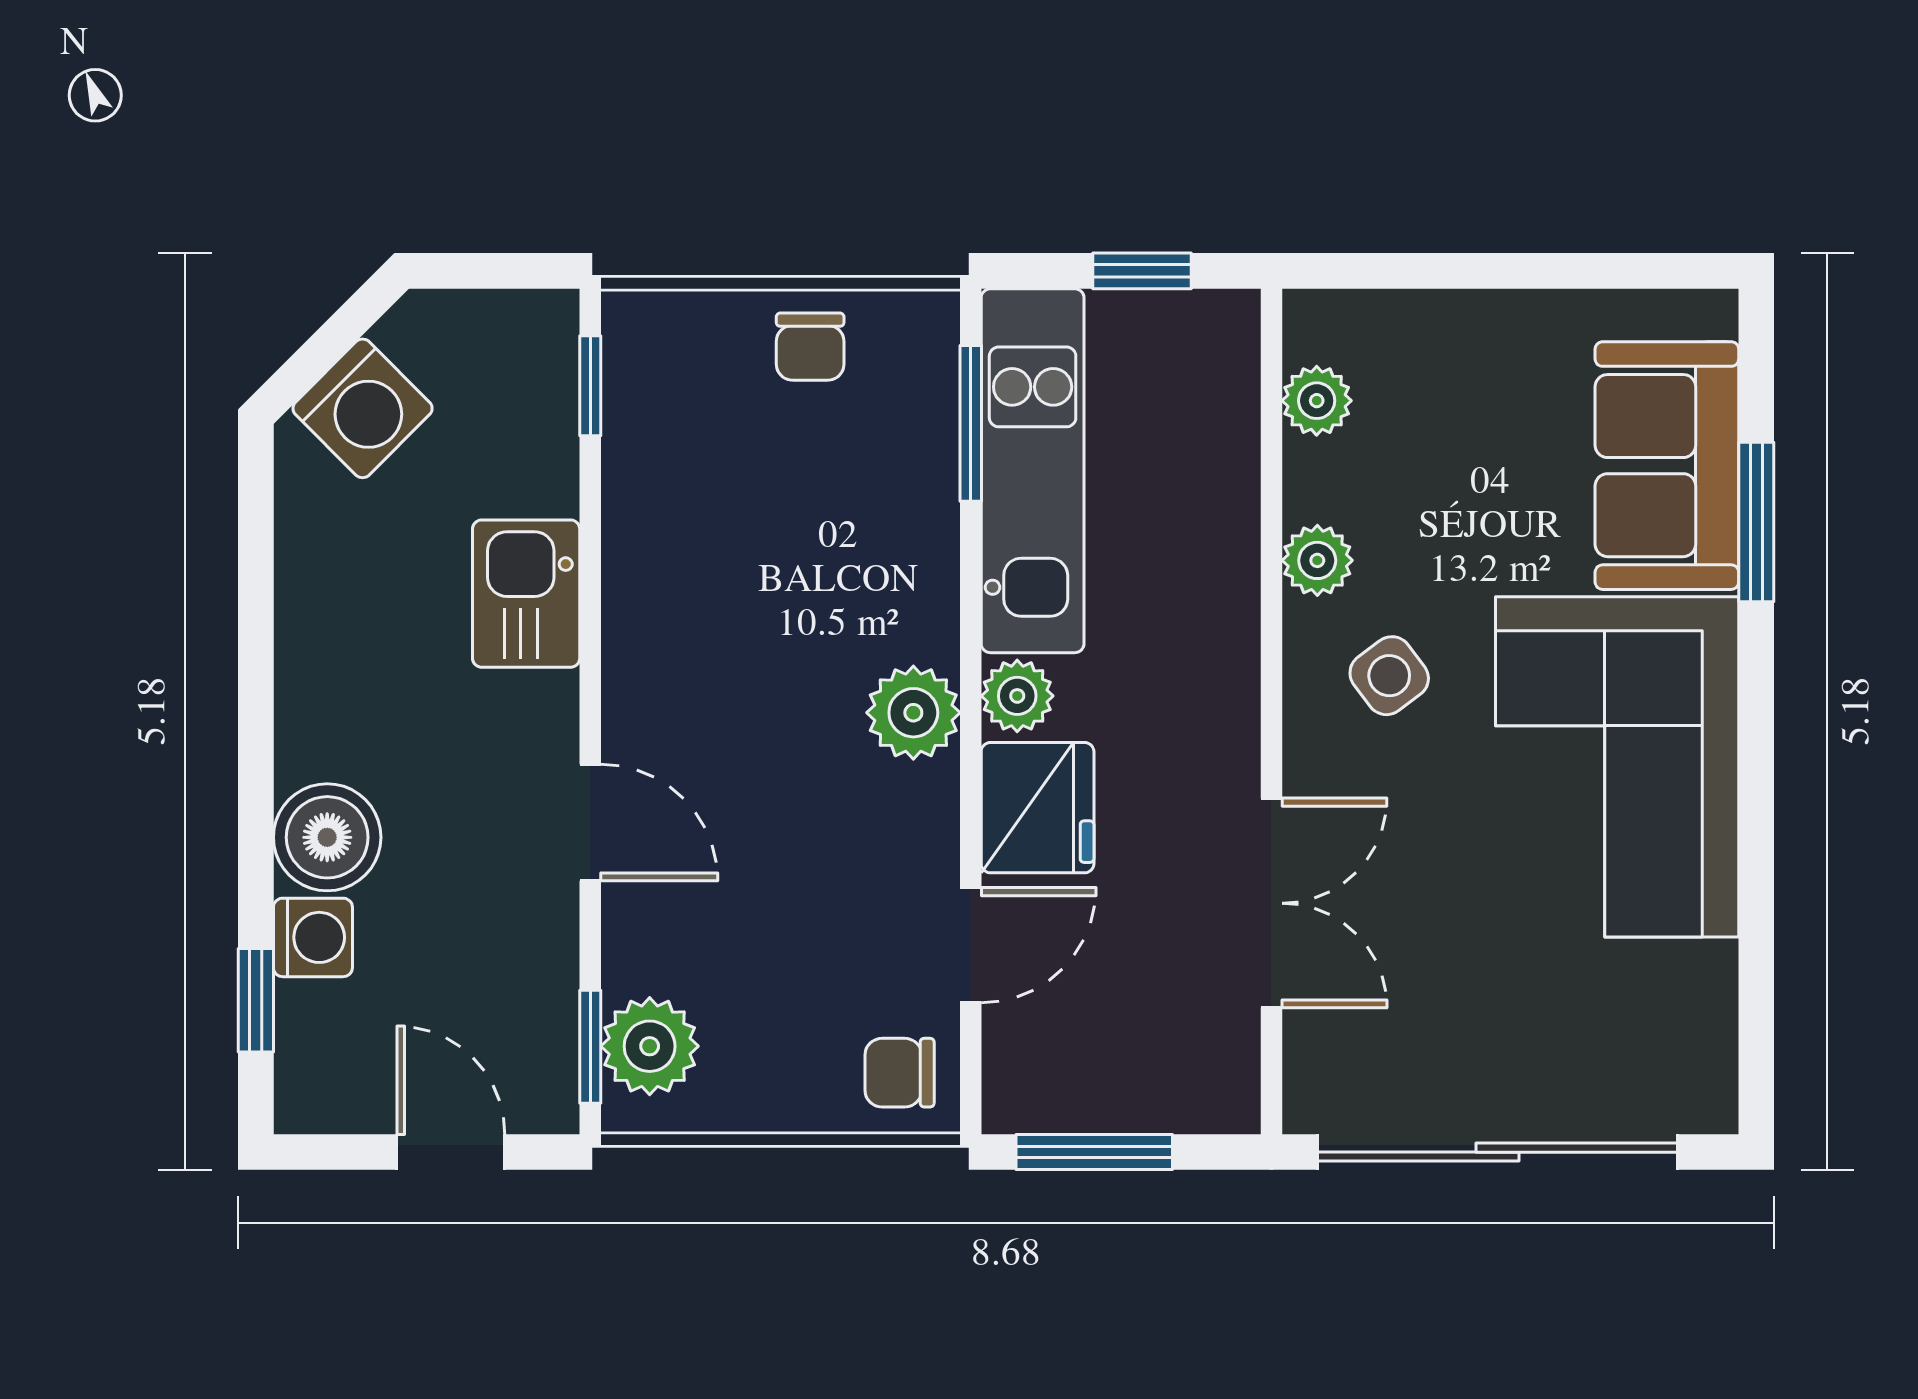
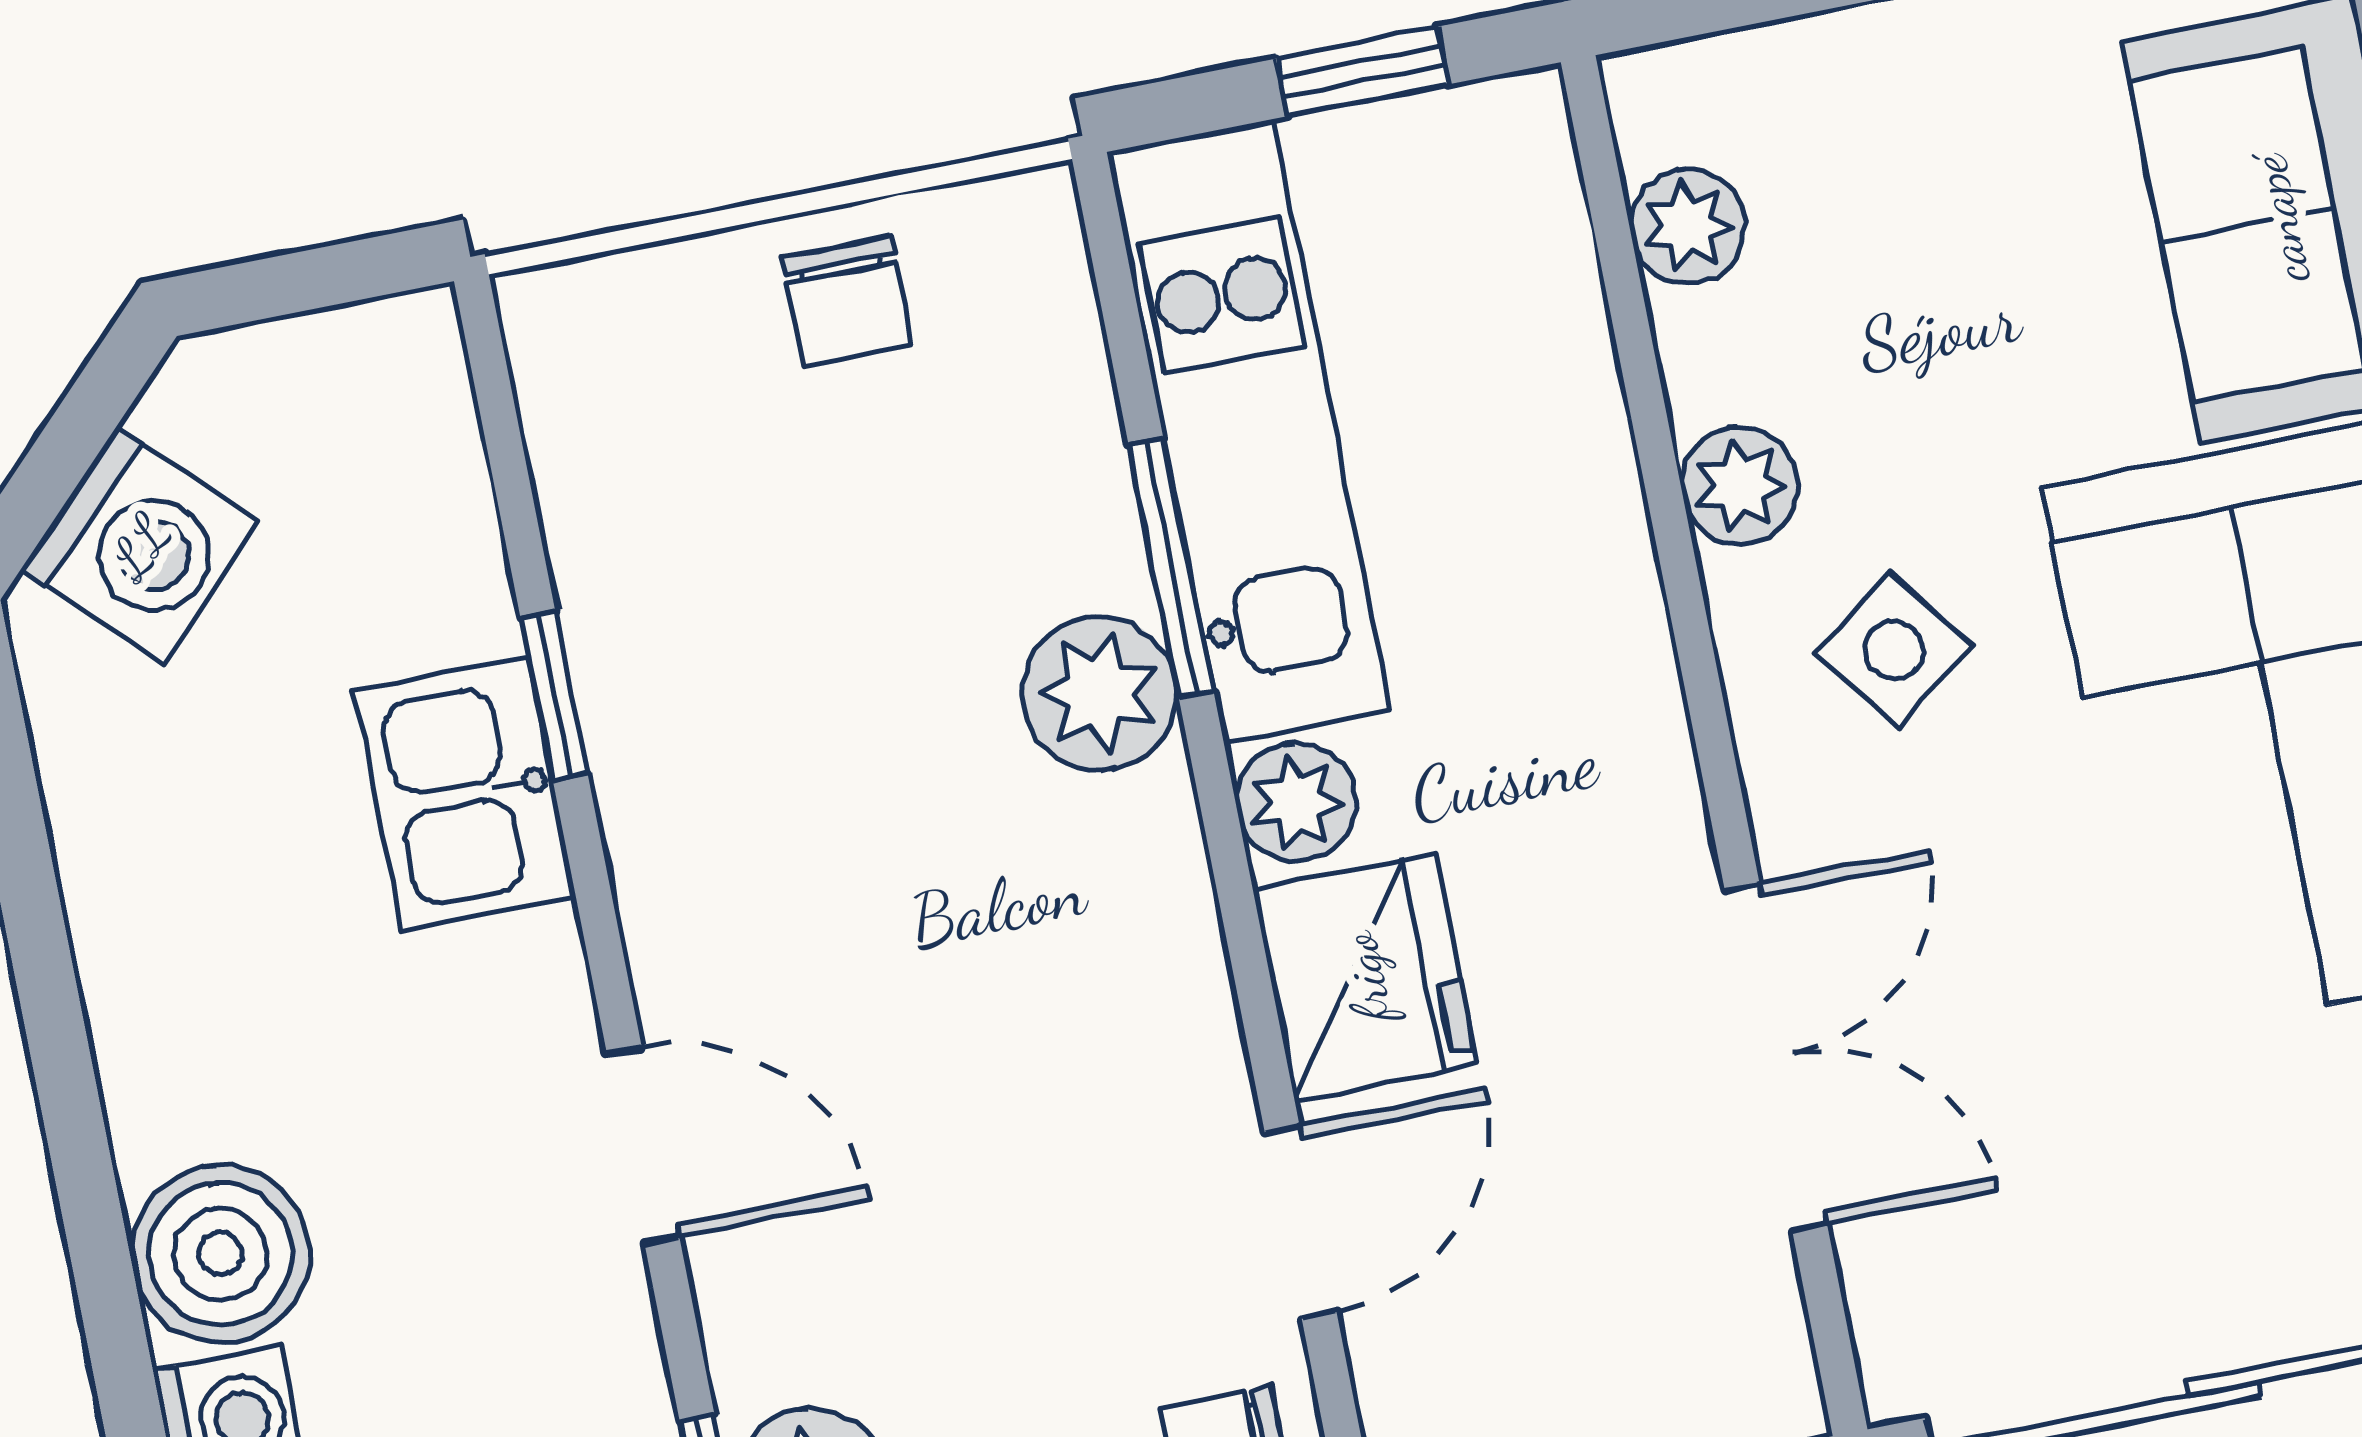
window: (590, 386) -> (554, 696), moved
window: (971, 423) -> (1171, 568), moved
plant: (913, 713) -> (1099, 693), moved

